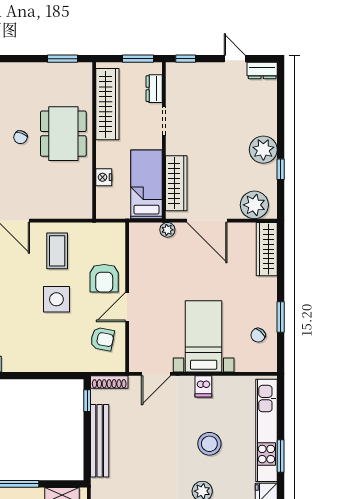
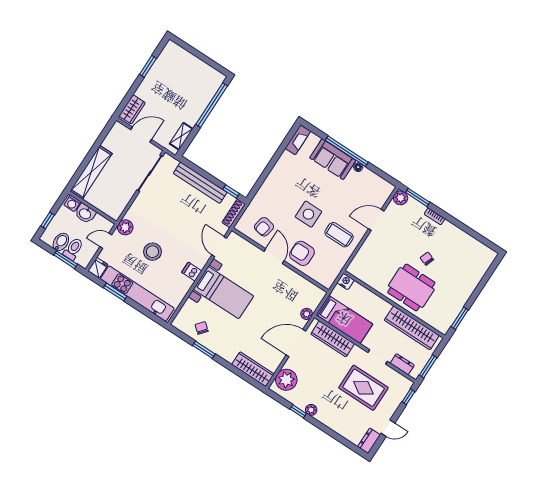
rug: (208, 114) -> (363, 388), added
plant: (263, 150) -> (311, 410), width x0.53, depth x0.53
nightstand: (104, 177) -> (346, 281), moved

